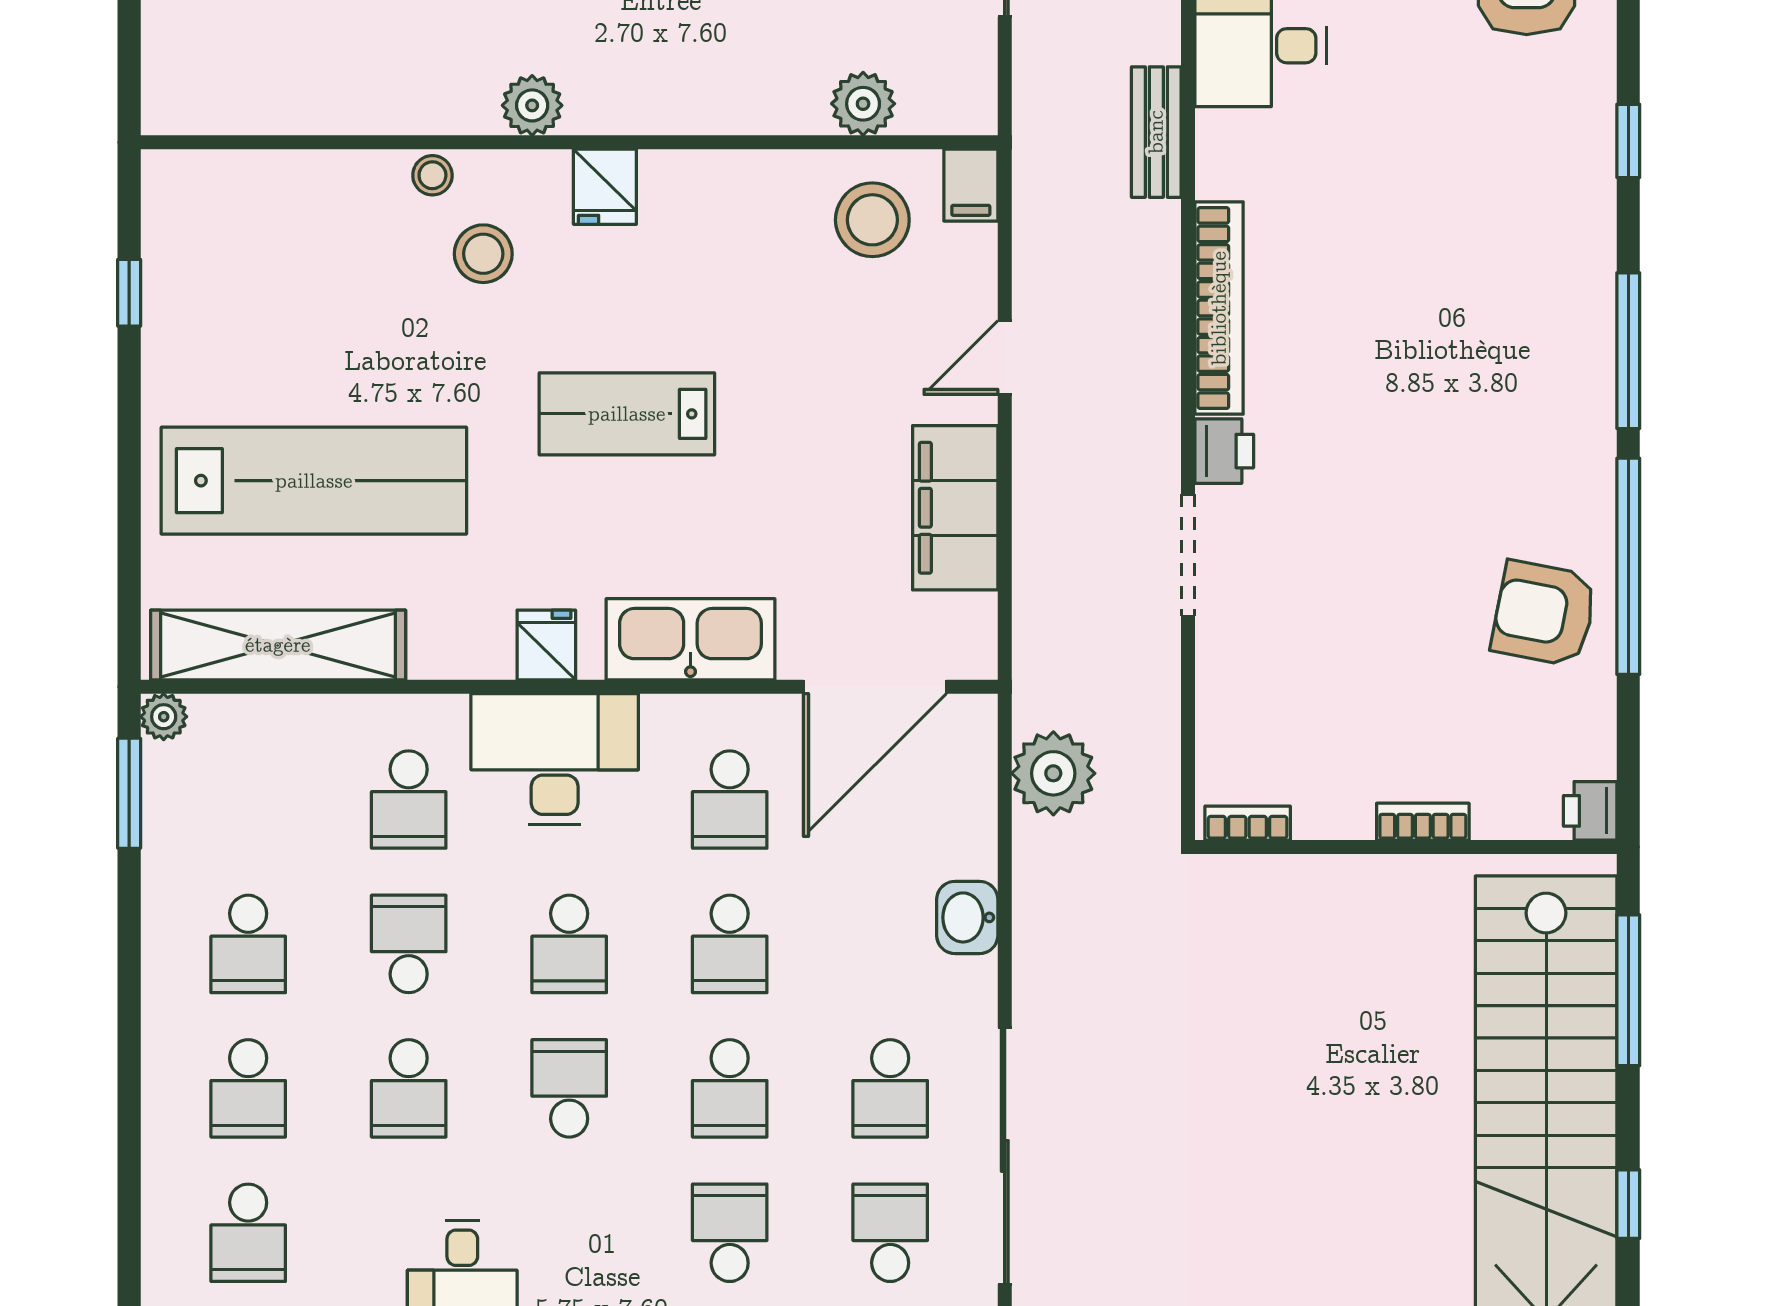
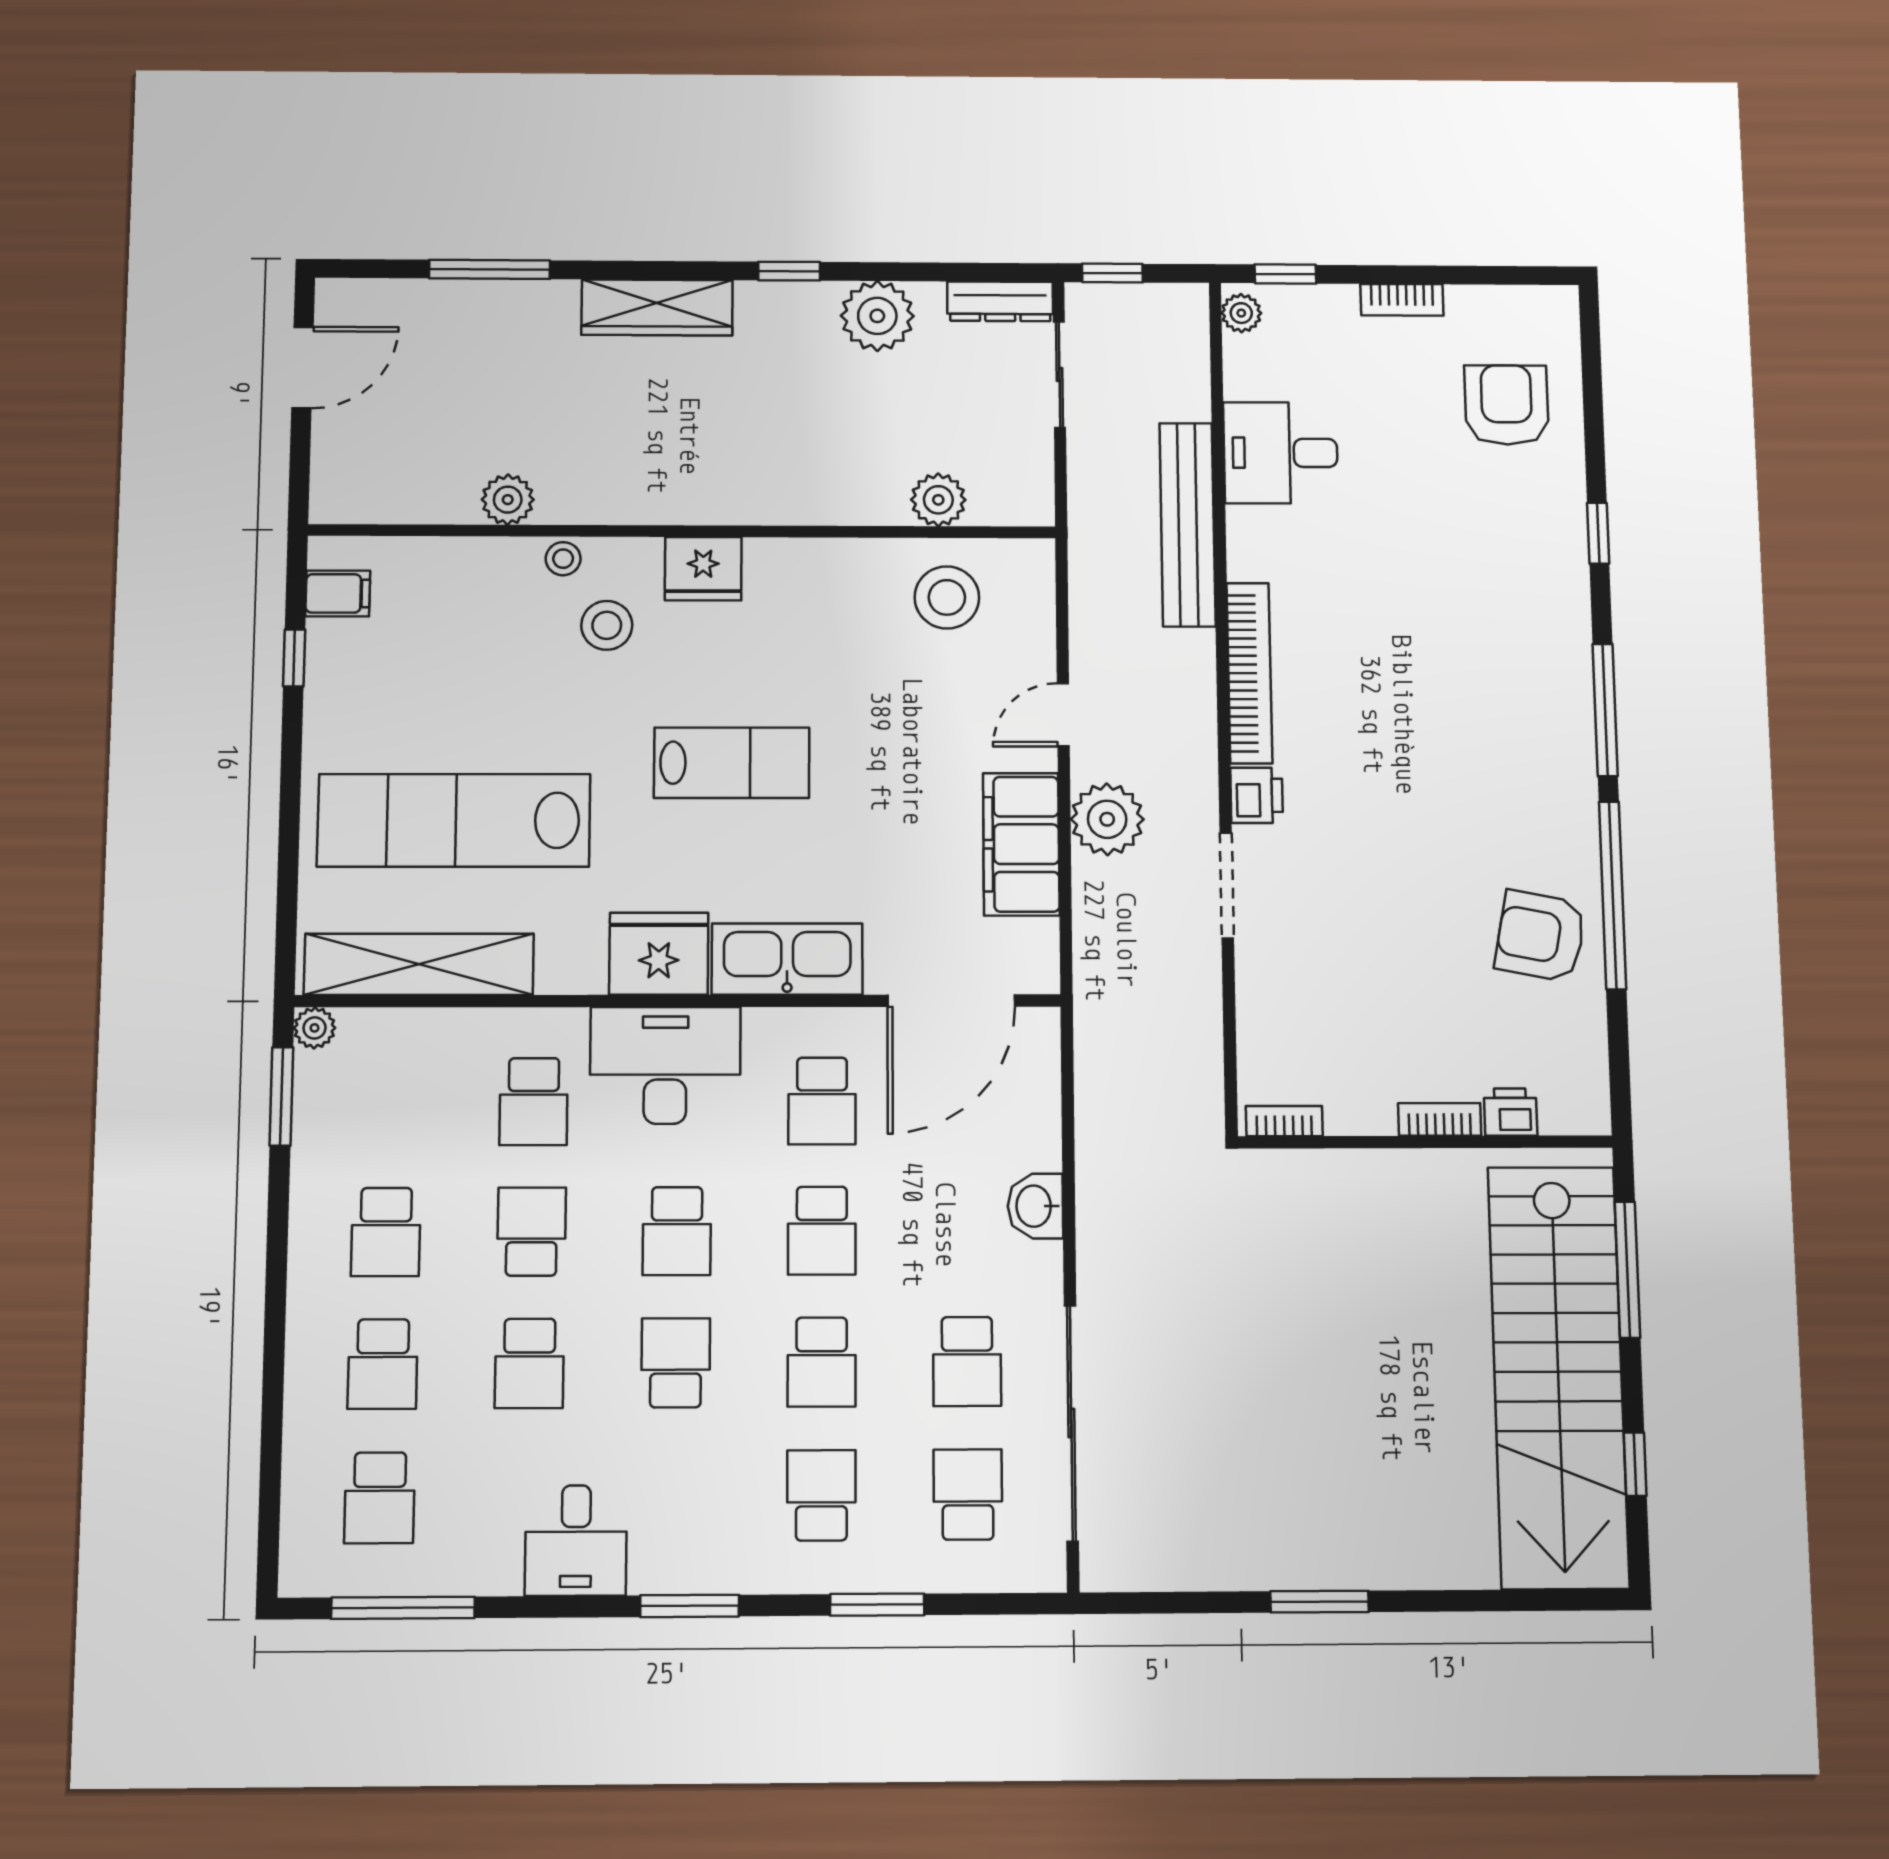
plant: (532, 105) -> (508, 500), moved
bench: (1156, 132) -> (1188, 524), width x1.86, depth x1.21
filing cabinet: (971, 185) -> (338, 593), moved, turned -90
fridge: (605, 187) -> (703, 569), width x1.38
lab bench: (627, 414) -> (732, 763), turned 180
lab bench: (314, 481) -> (454, 820), turned 180
fridge: (546, 645) -> (659, 954), width x1.88, depth x1.34
plant: (1053, 773) -> (1107, 819), moved
printer: (1590, 811) -> (1510, 1112), moved, turned 90

